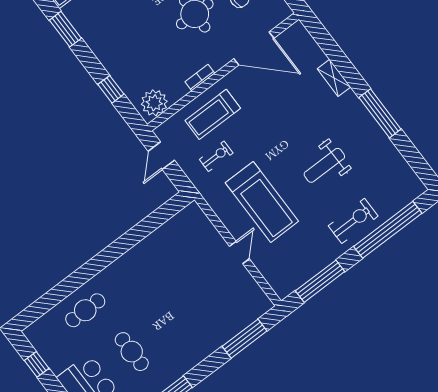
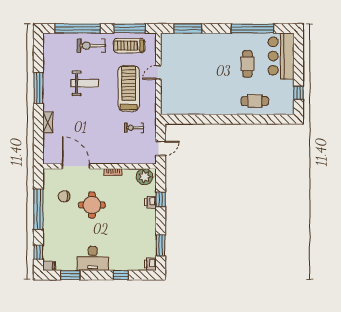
printer: (121, 76) -> (151, 202), added
treadmill: (213, 114) -> (129, 46), moved, turned 180

